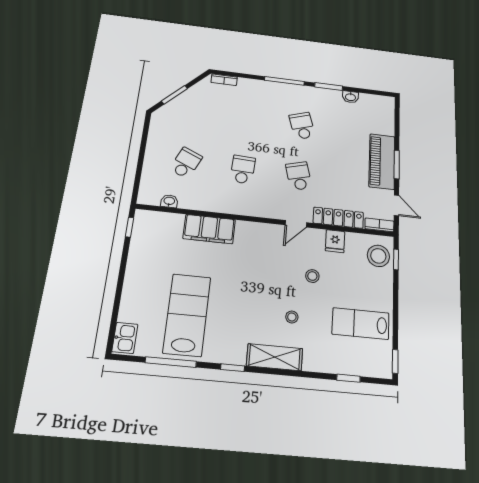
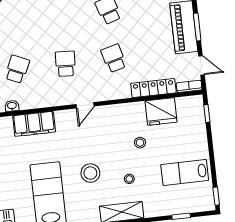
door: (296, 224) -> (85, 105), moved
filing cabinet: (209, 229) -> (34, 124), moved
fridge: (335, 241) -> (161, 112), width x1.88, depth x1.34
stool: (378, 256) -> (90, 173), moved

